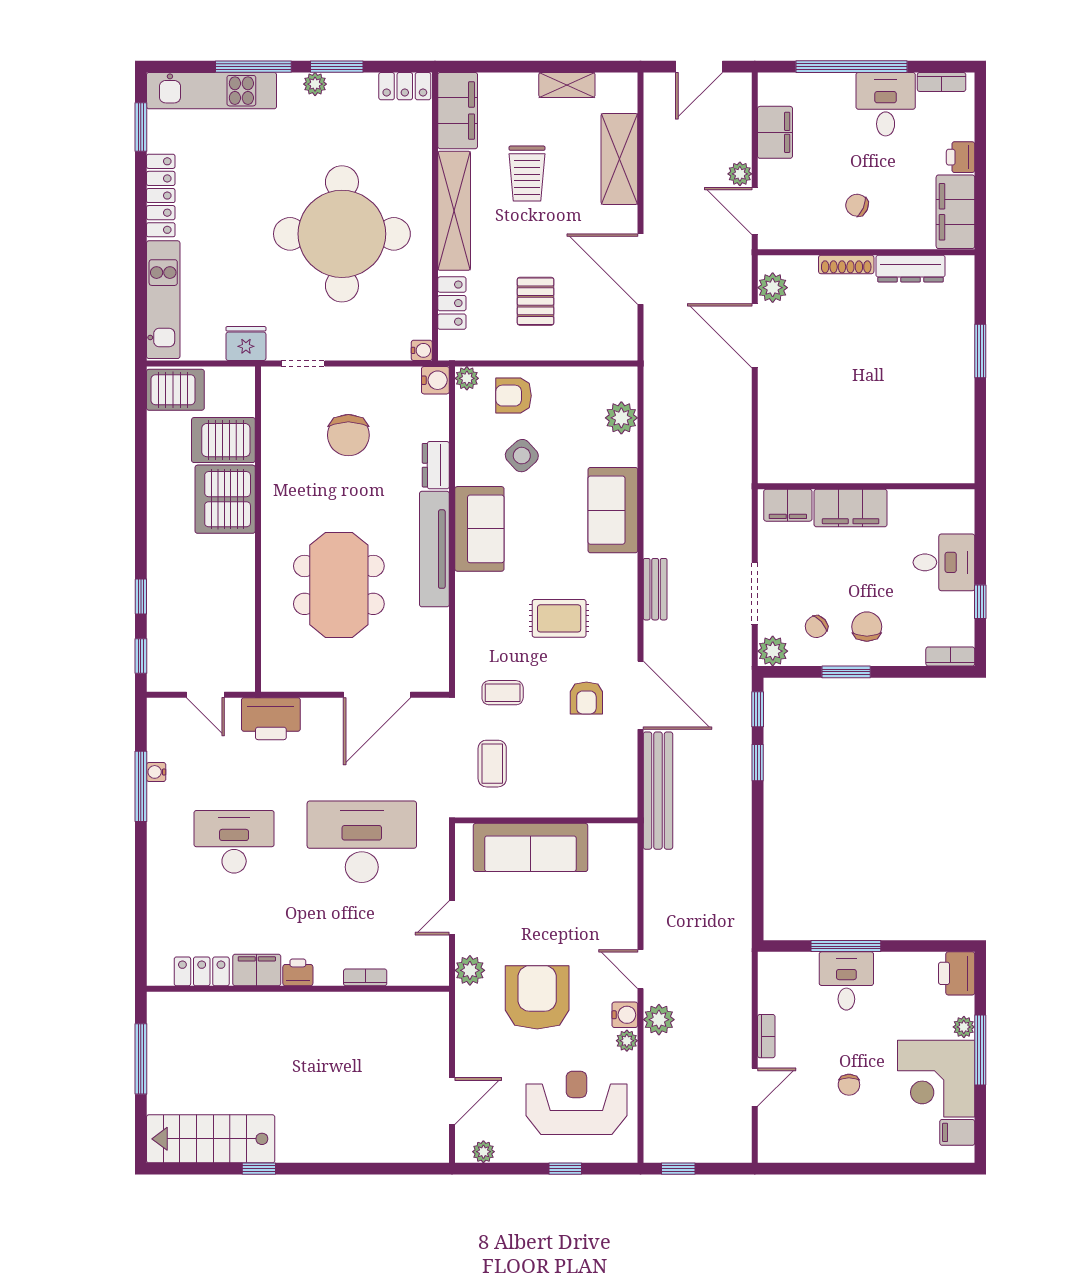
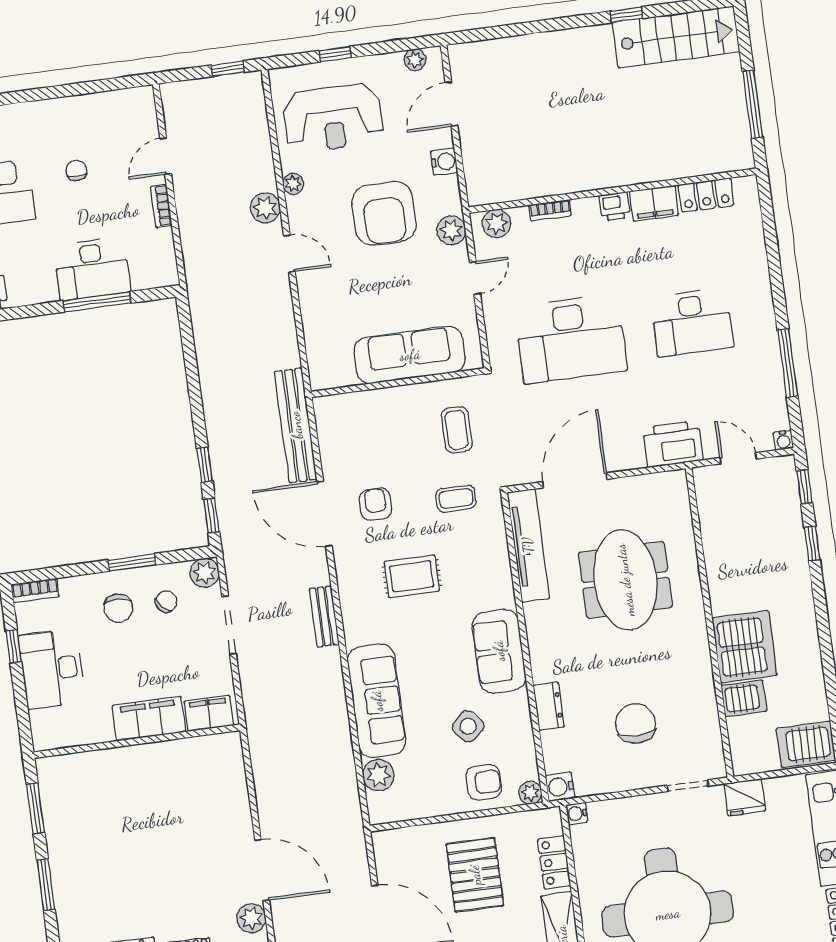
pallet: (536, 301) -> (475, 875), width x1.50, depth x1.42
window: (980, 431) -> (36, 808), added
server rack: (223, 440) -> (744, 698), width x0.73, depth x0.70
sofa: (613, 510) -> (377, 701), width x1.36
tv unit: (434, 549) -> (528, 545), moved
desk: (944, 562) -> (52, 669), width x1.37
water cooler: (156, 772) -> (783, 440), moved, turned 90
plant: (422, 971) -> (496, 223), added
desk: (846, 981) -> (92, 269), width x1.37
water cooler: (625, 1015) -> (444, 162), moved, turned 180

